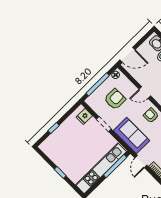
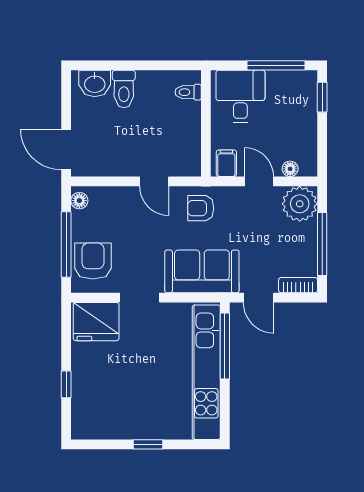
door: (128, 55) -> (66, 150), swing flipped
door: (145, 92) -> (154, 181), hinge flipped
armchair: (115, 99) -> (93, 261), moved
fridge: (84, 116) -> (96, 322), width x1.88, depth x1.34

